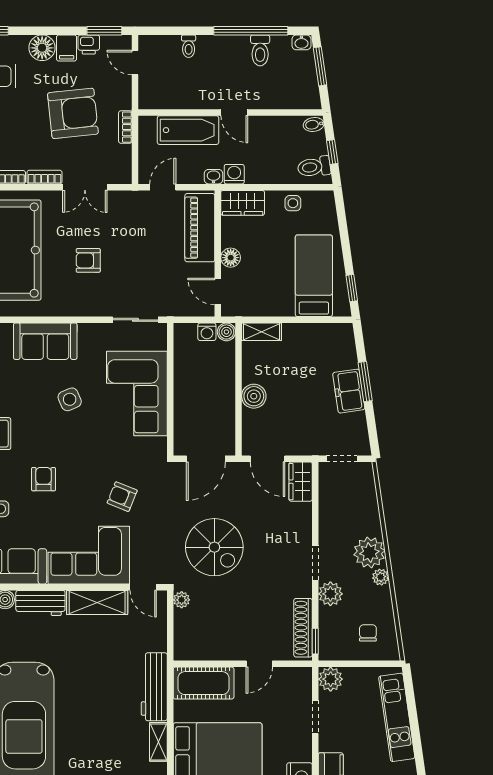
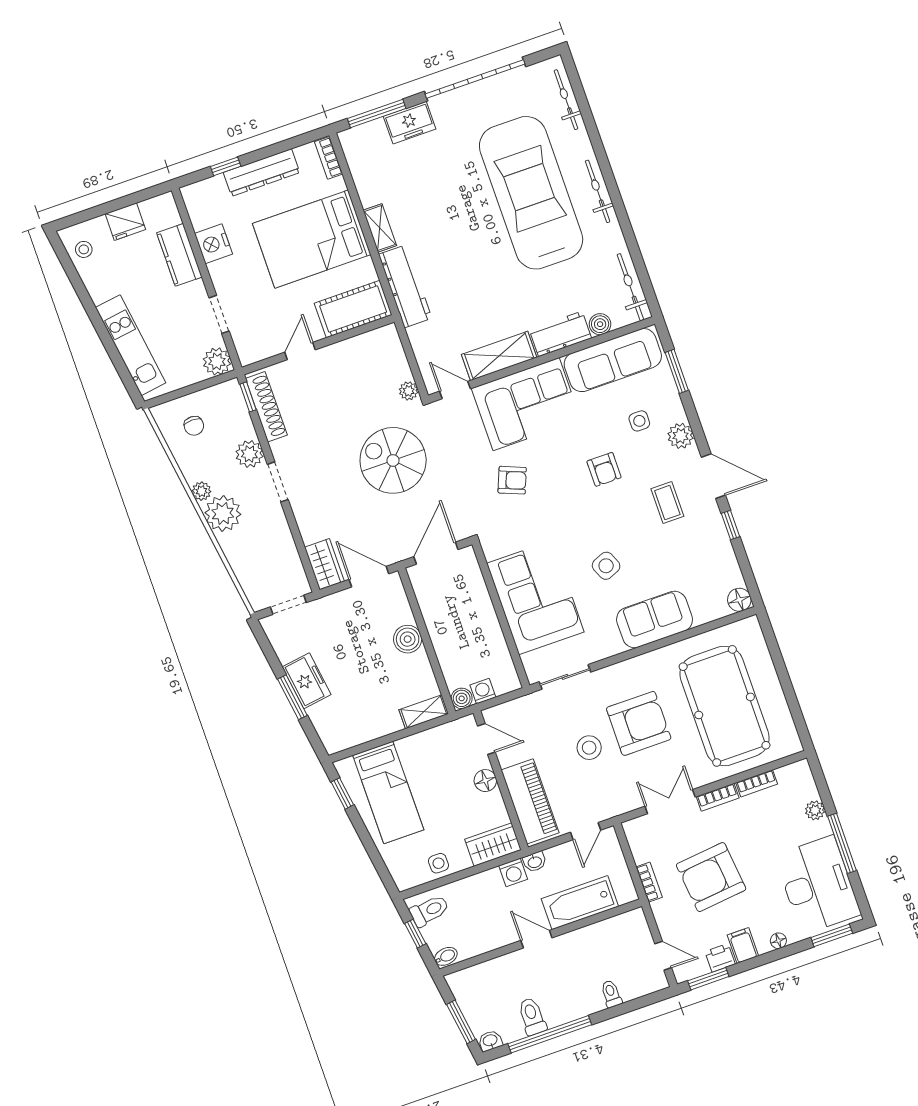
floor lamp: (42, 48) -> (778, 941), width x0.53, depth x0.53
stool: (136, 255) -> (589, 748), added
armchair: (88, 260) -> (639, 723), width x1.88, depth x1.88

